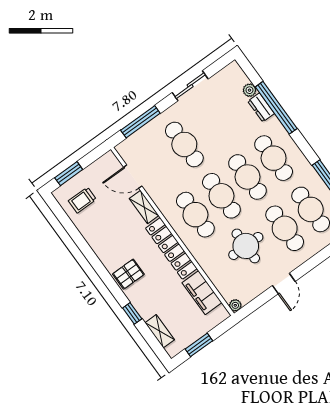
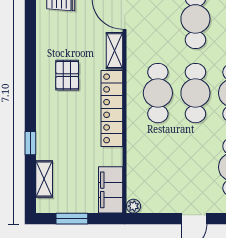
round table: (246, 246) -> (184, 157), removed
pallet: (128, 274) -> (67, 75), moved, turned 90
filing cabinet: (202, 293) -> (111, 190), moved

